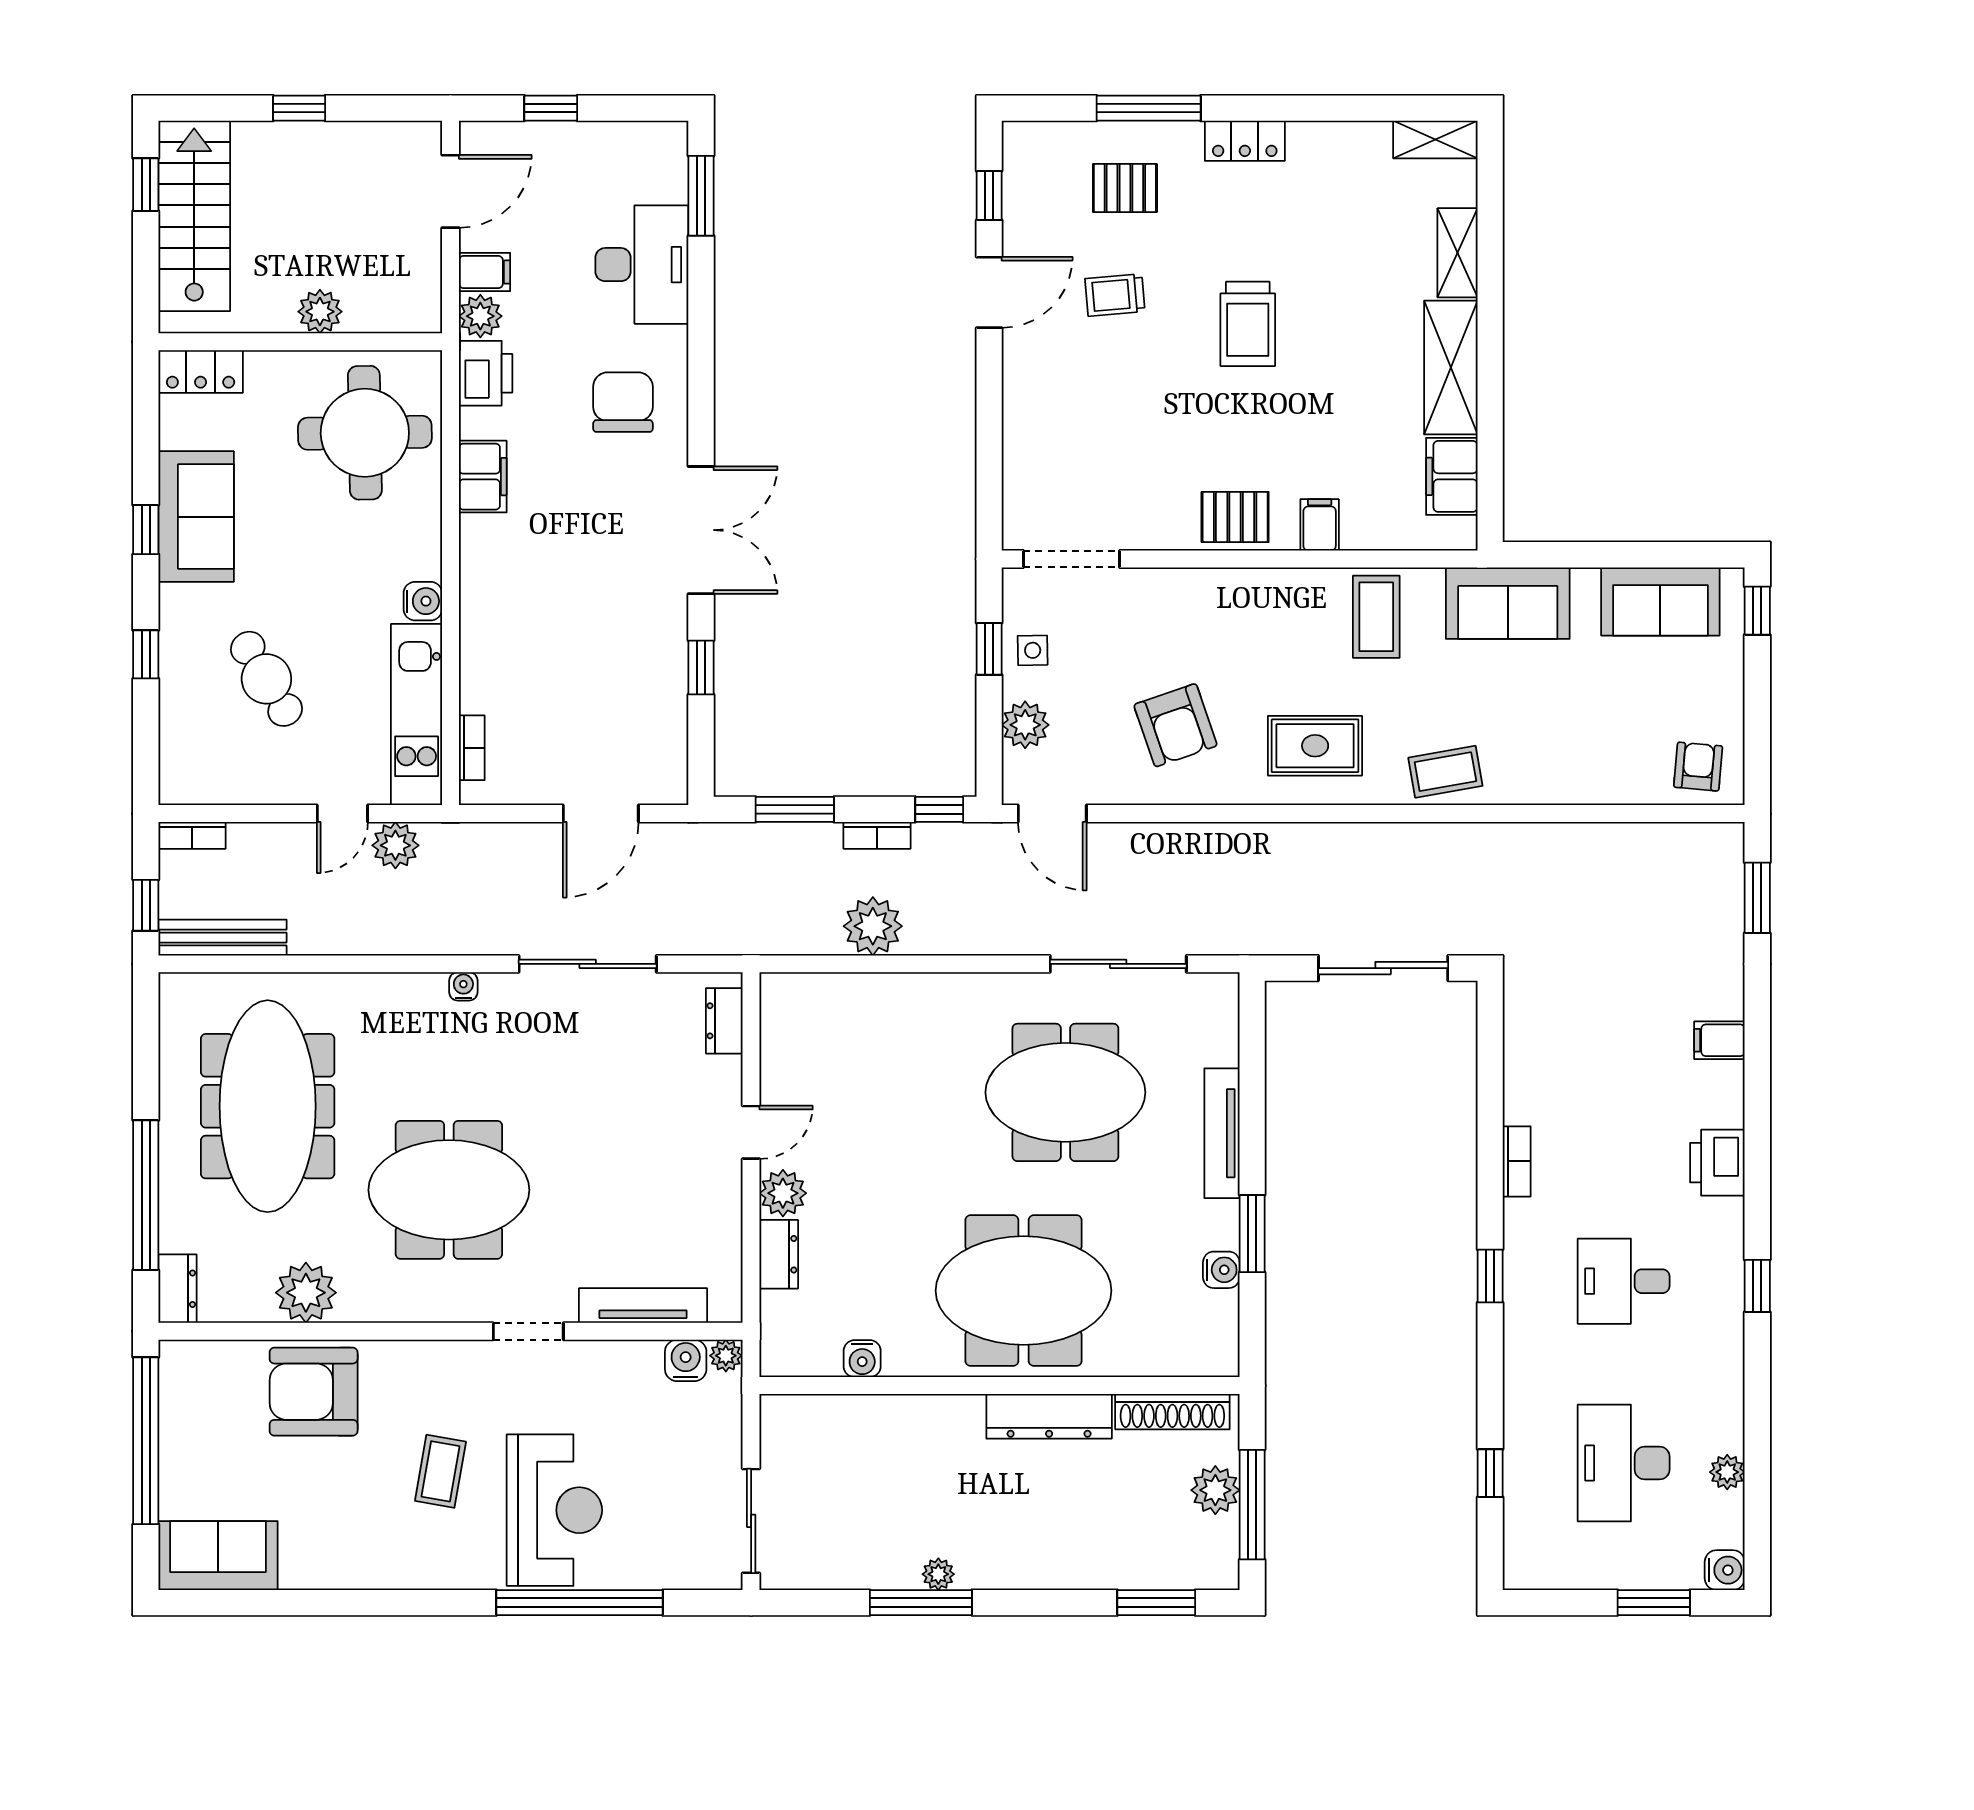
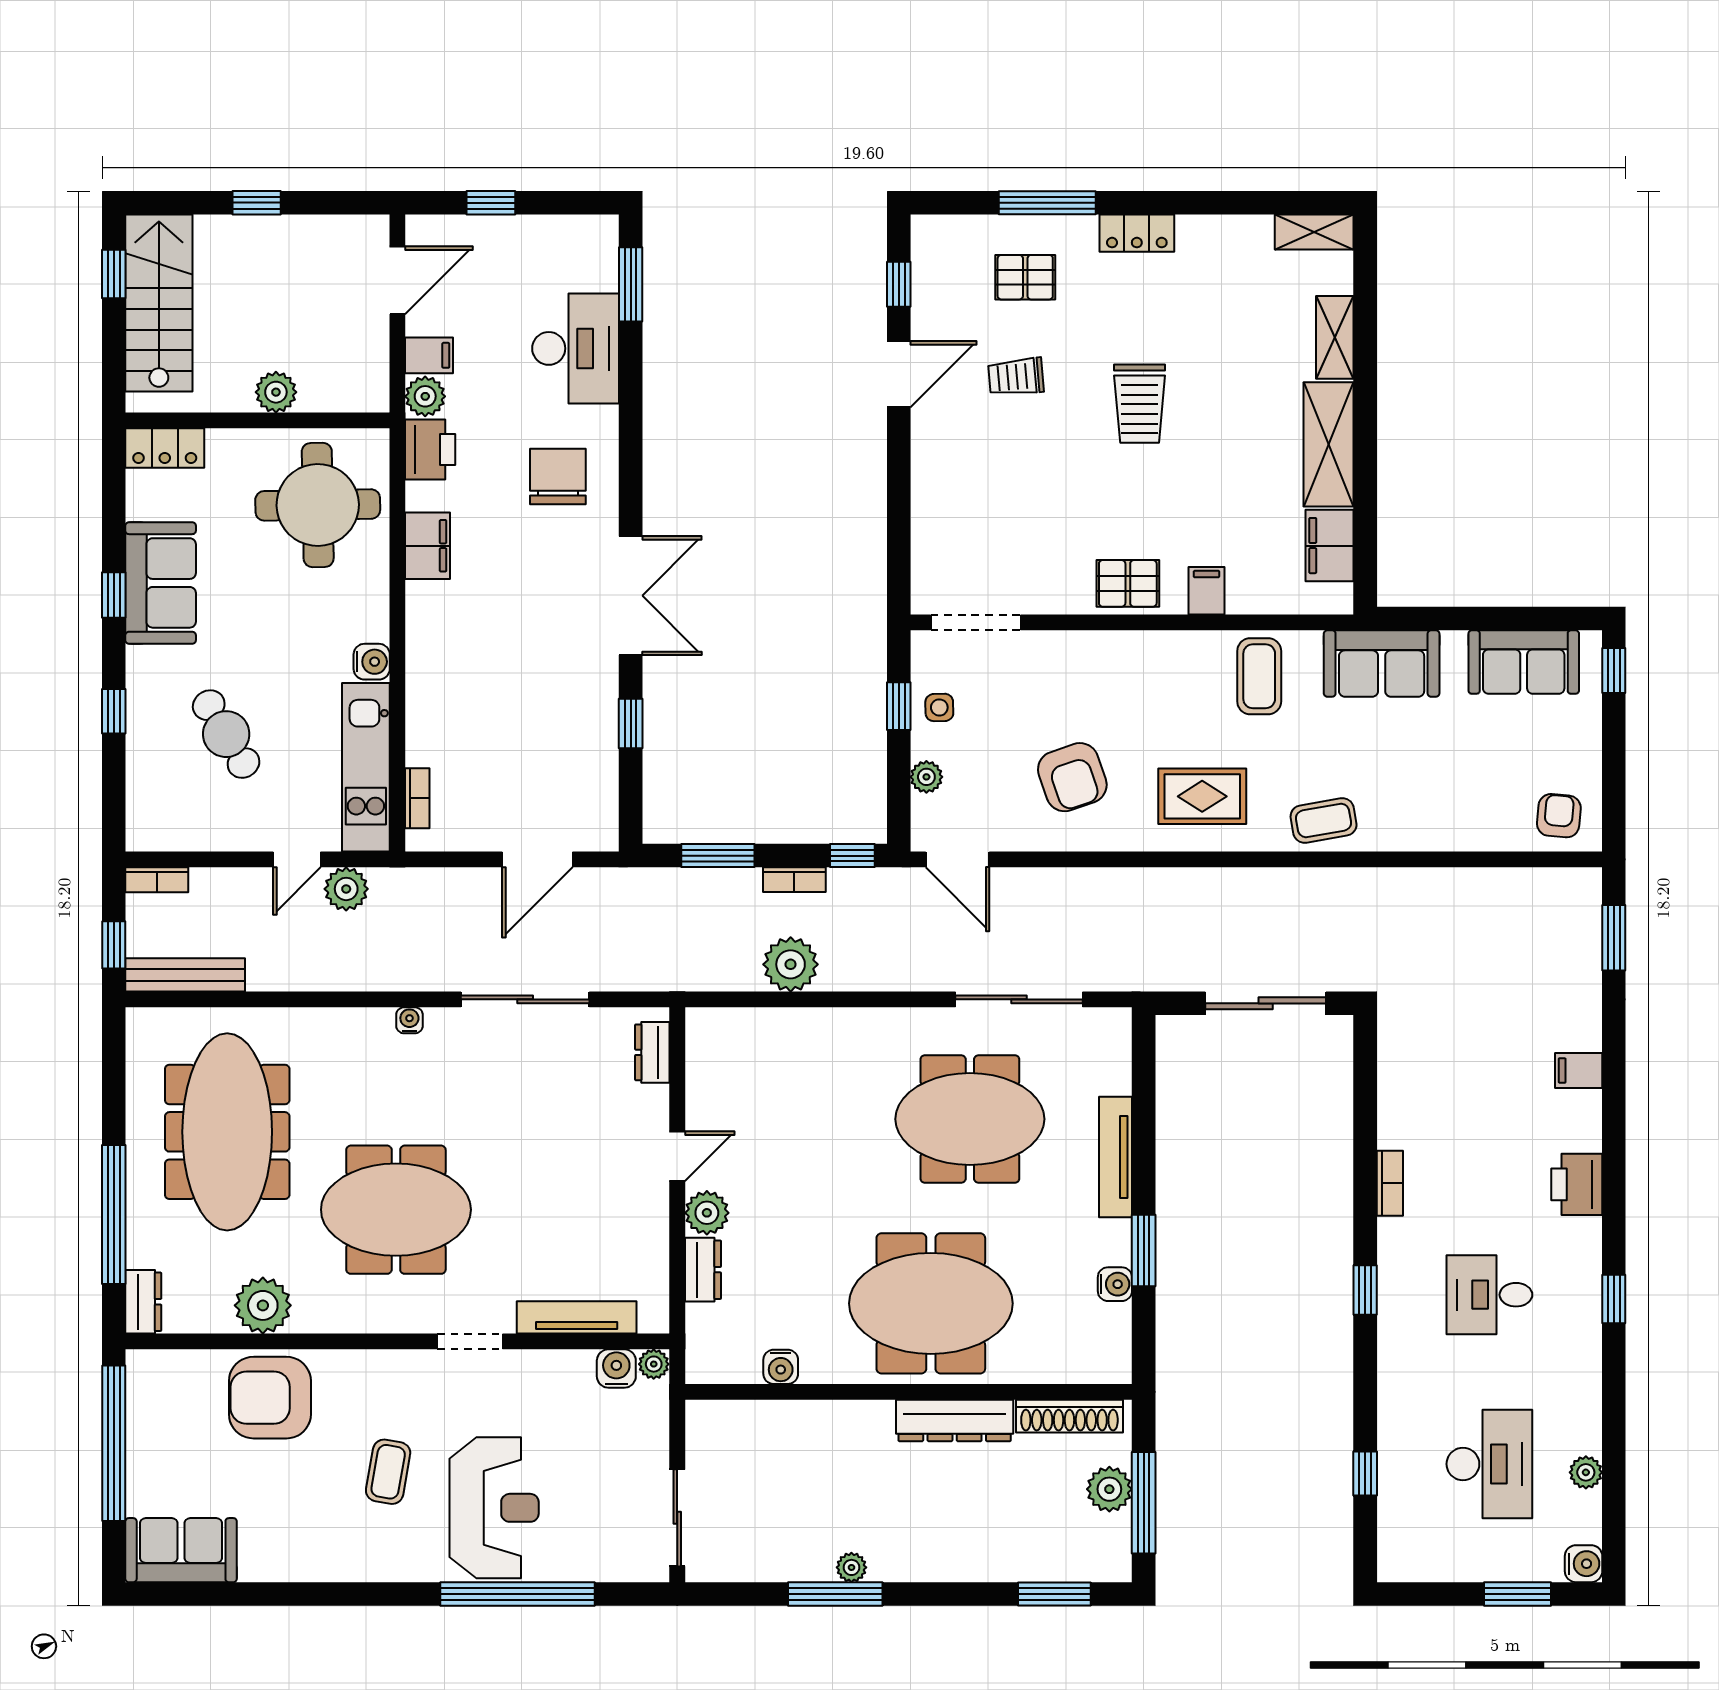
plant: (1025, 725) -> (926, 777), width x0.73, depth x0.73
desk: (1624, 1463) -> (1489, 1464), turned 180

